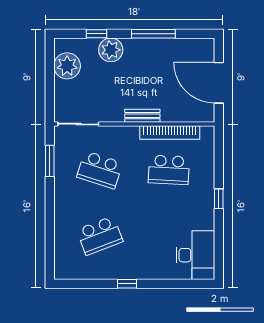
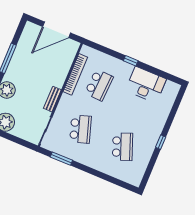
bench: (142, 116) -> (52, 99), moved
school desk: (100, 170) -> (80, 129), turned -36
desk: (195, 255) -> (146, 85), moved

